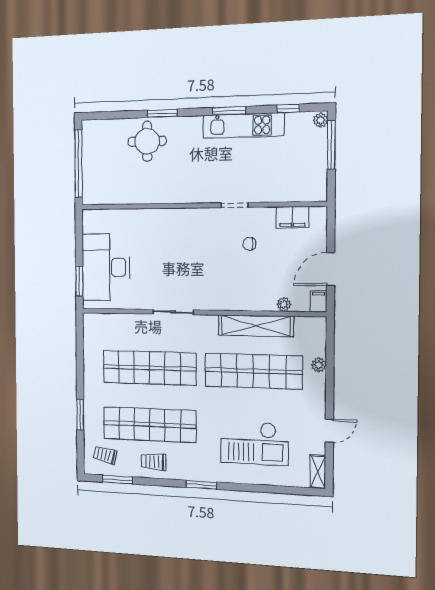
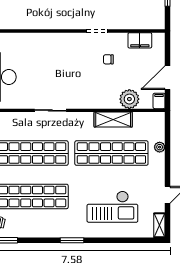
plant: (284, 304) -> (129, 99), width x1.88, depth x1.88
shelving: (256, 326) -> (113, 119), width x0.68
trolley: (154, 462) -> (35, 225), removed

